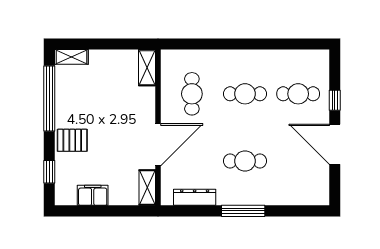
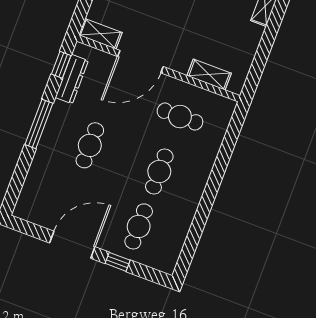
shelving: (147, 68) -> (209, 74), moved
door: (158, 145) -> (140, 62), hinge flipped
window: (186, 211) -> (61, 65), added

